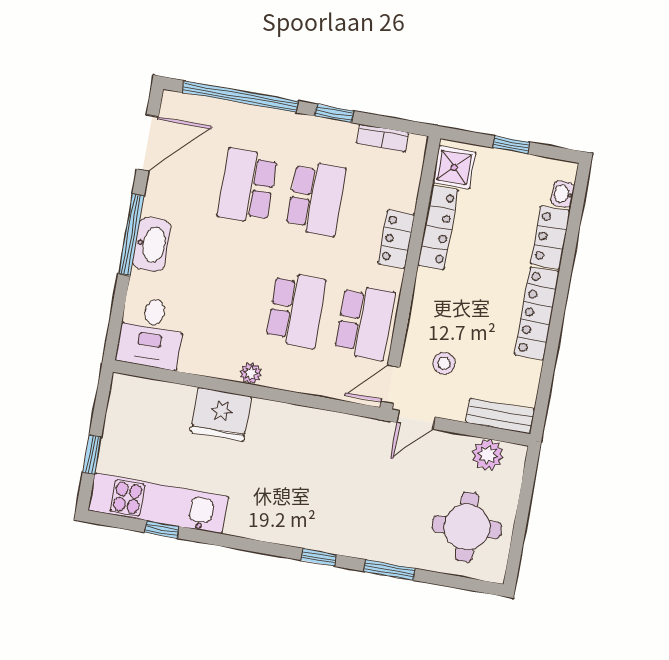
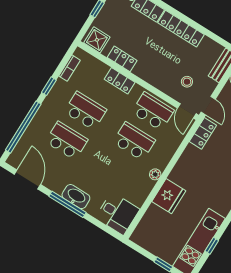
school desk: (247, 186) -> (67, 141), turned 180
locker: (438, 228) -> (122, 59), width x0.66
locker: (361, 430) -> (203, 133), added

